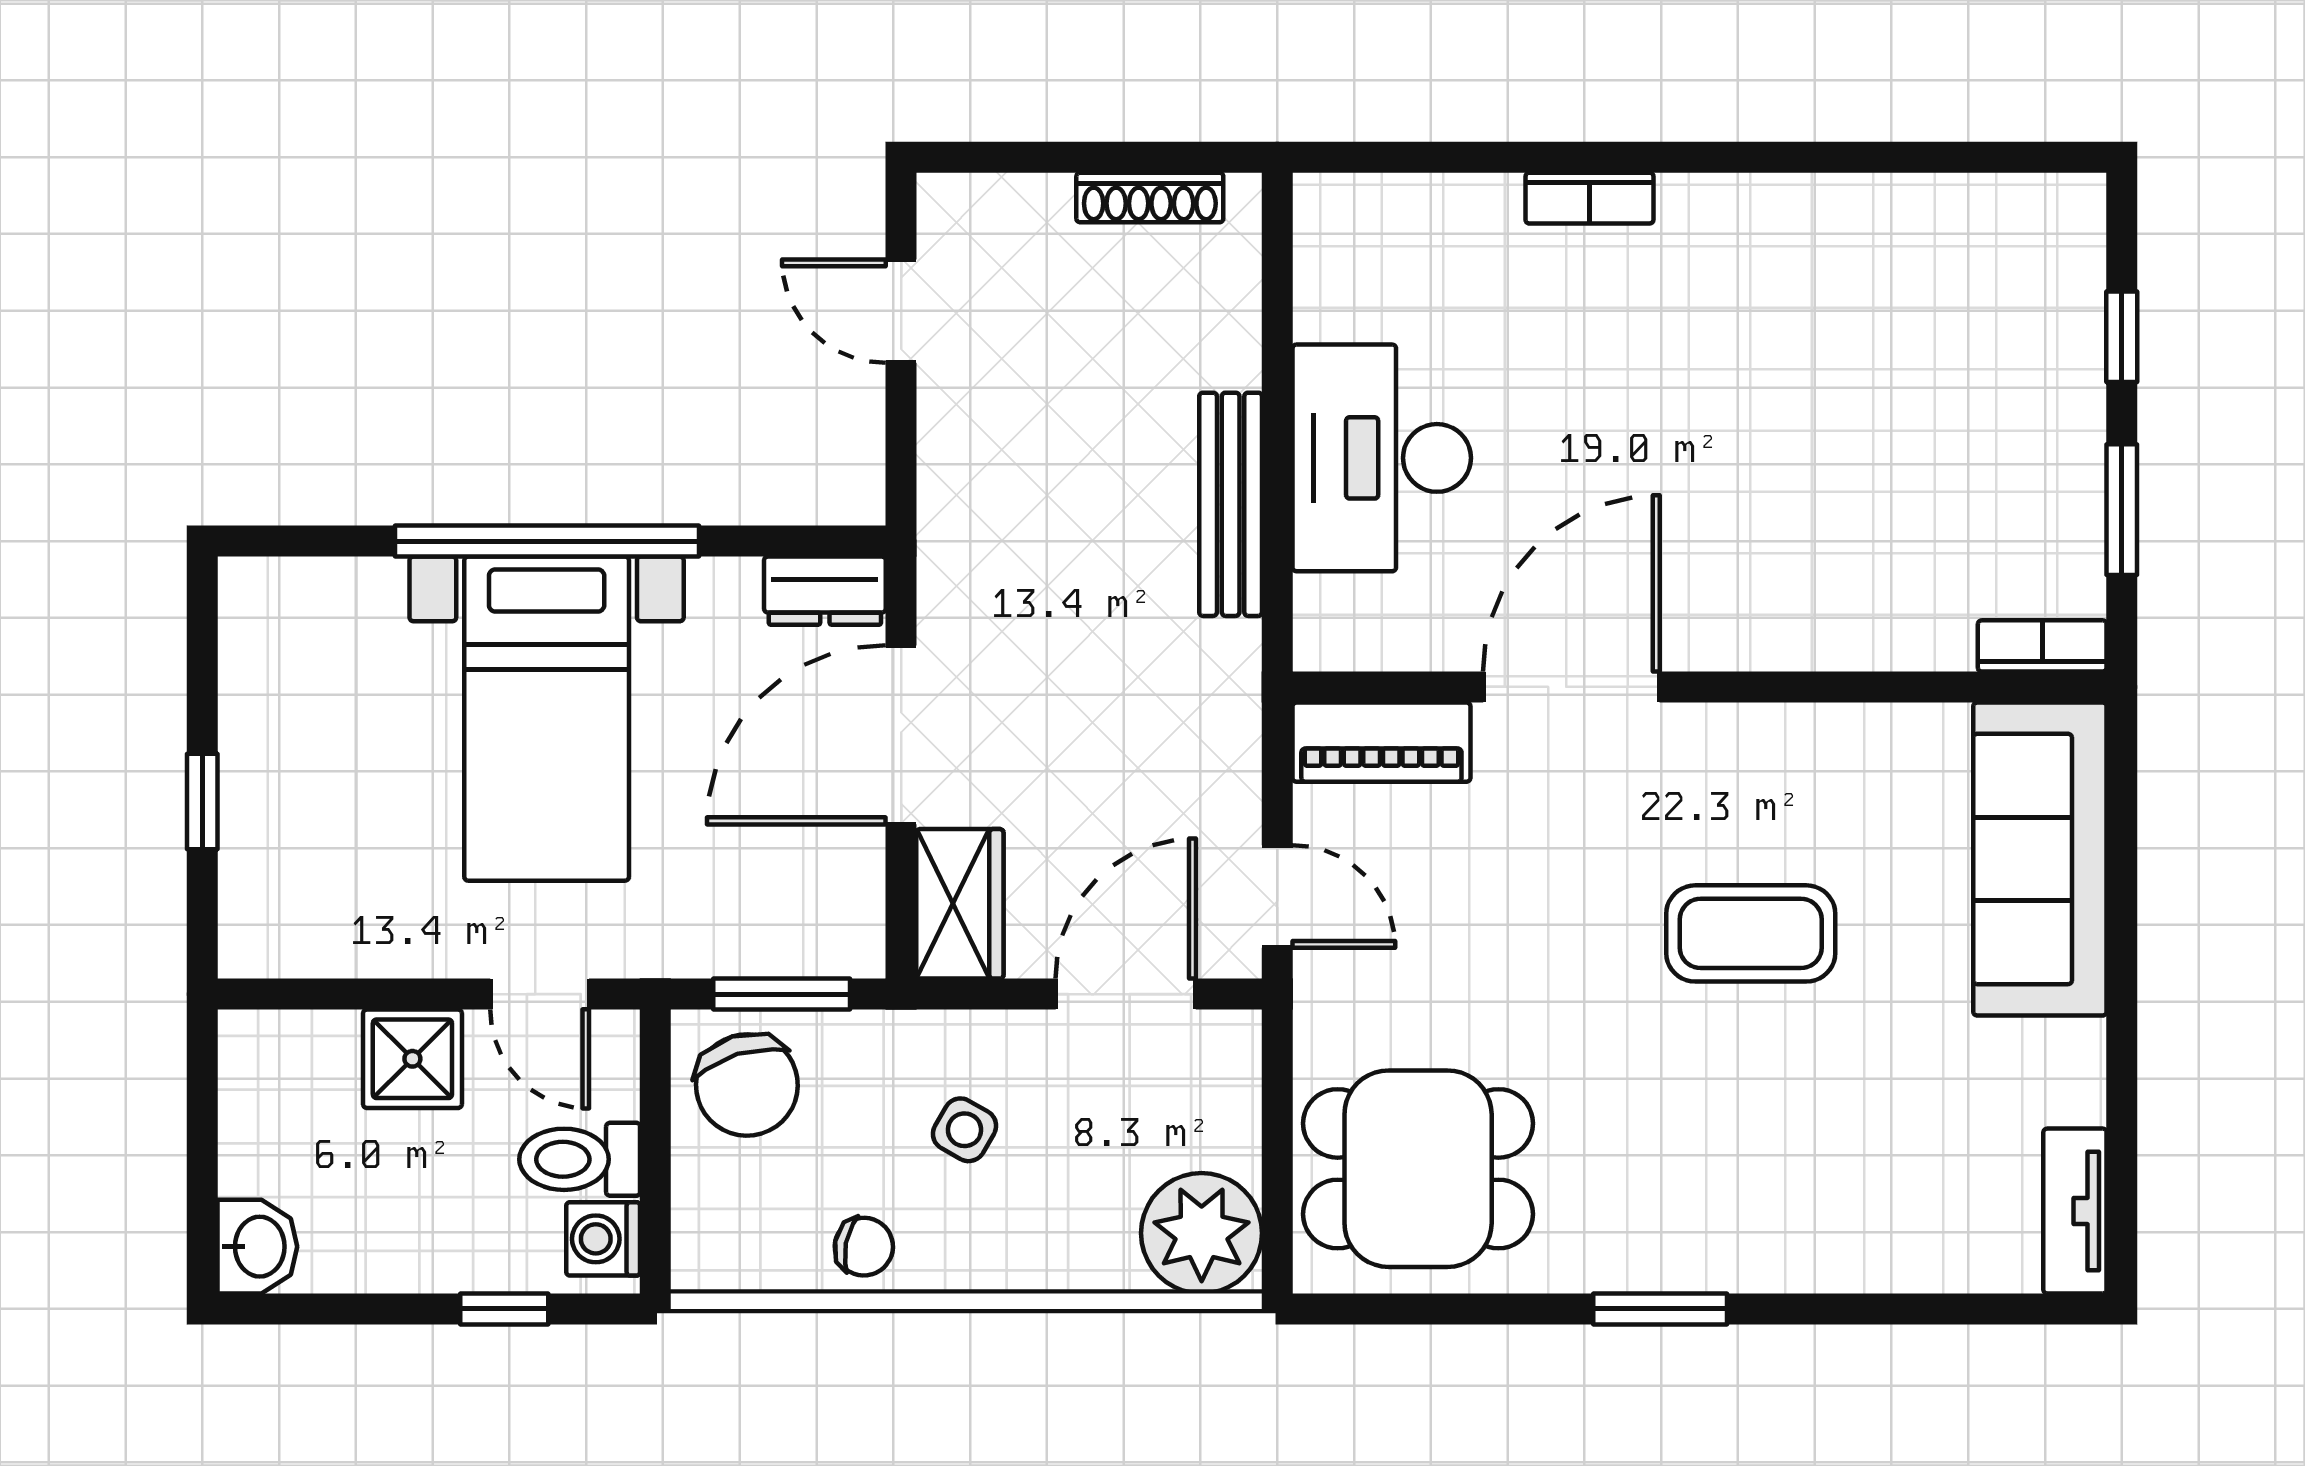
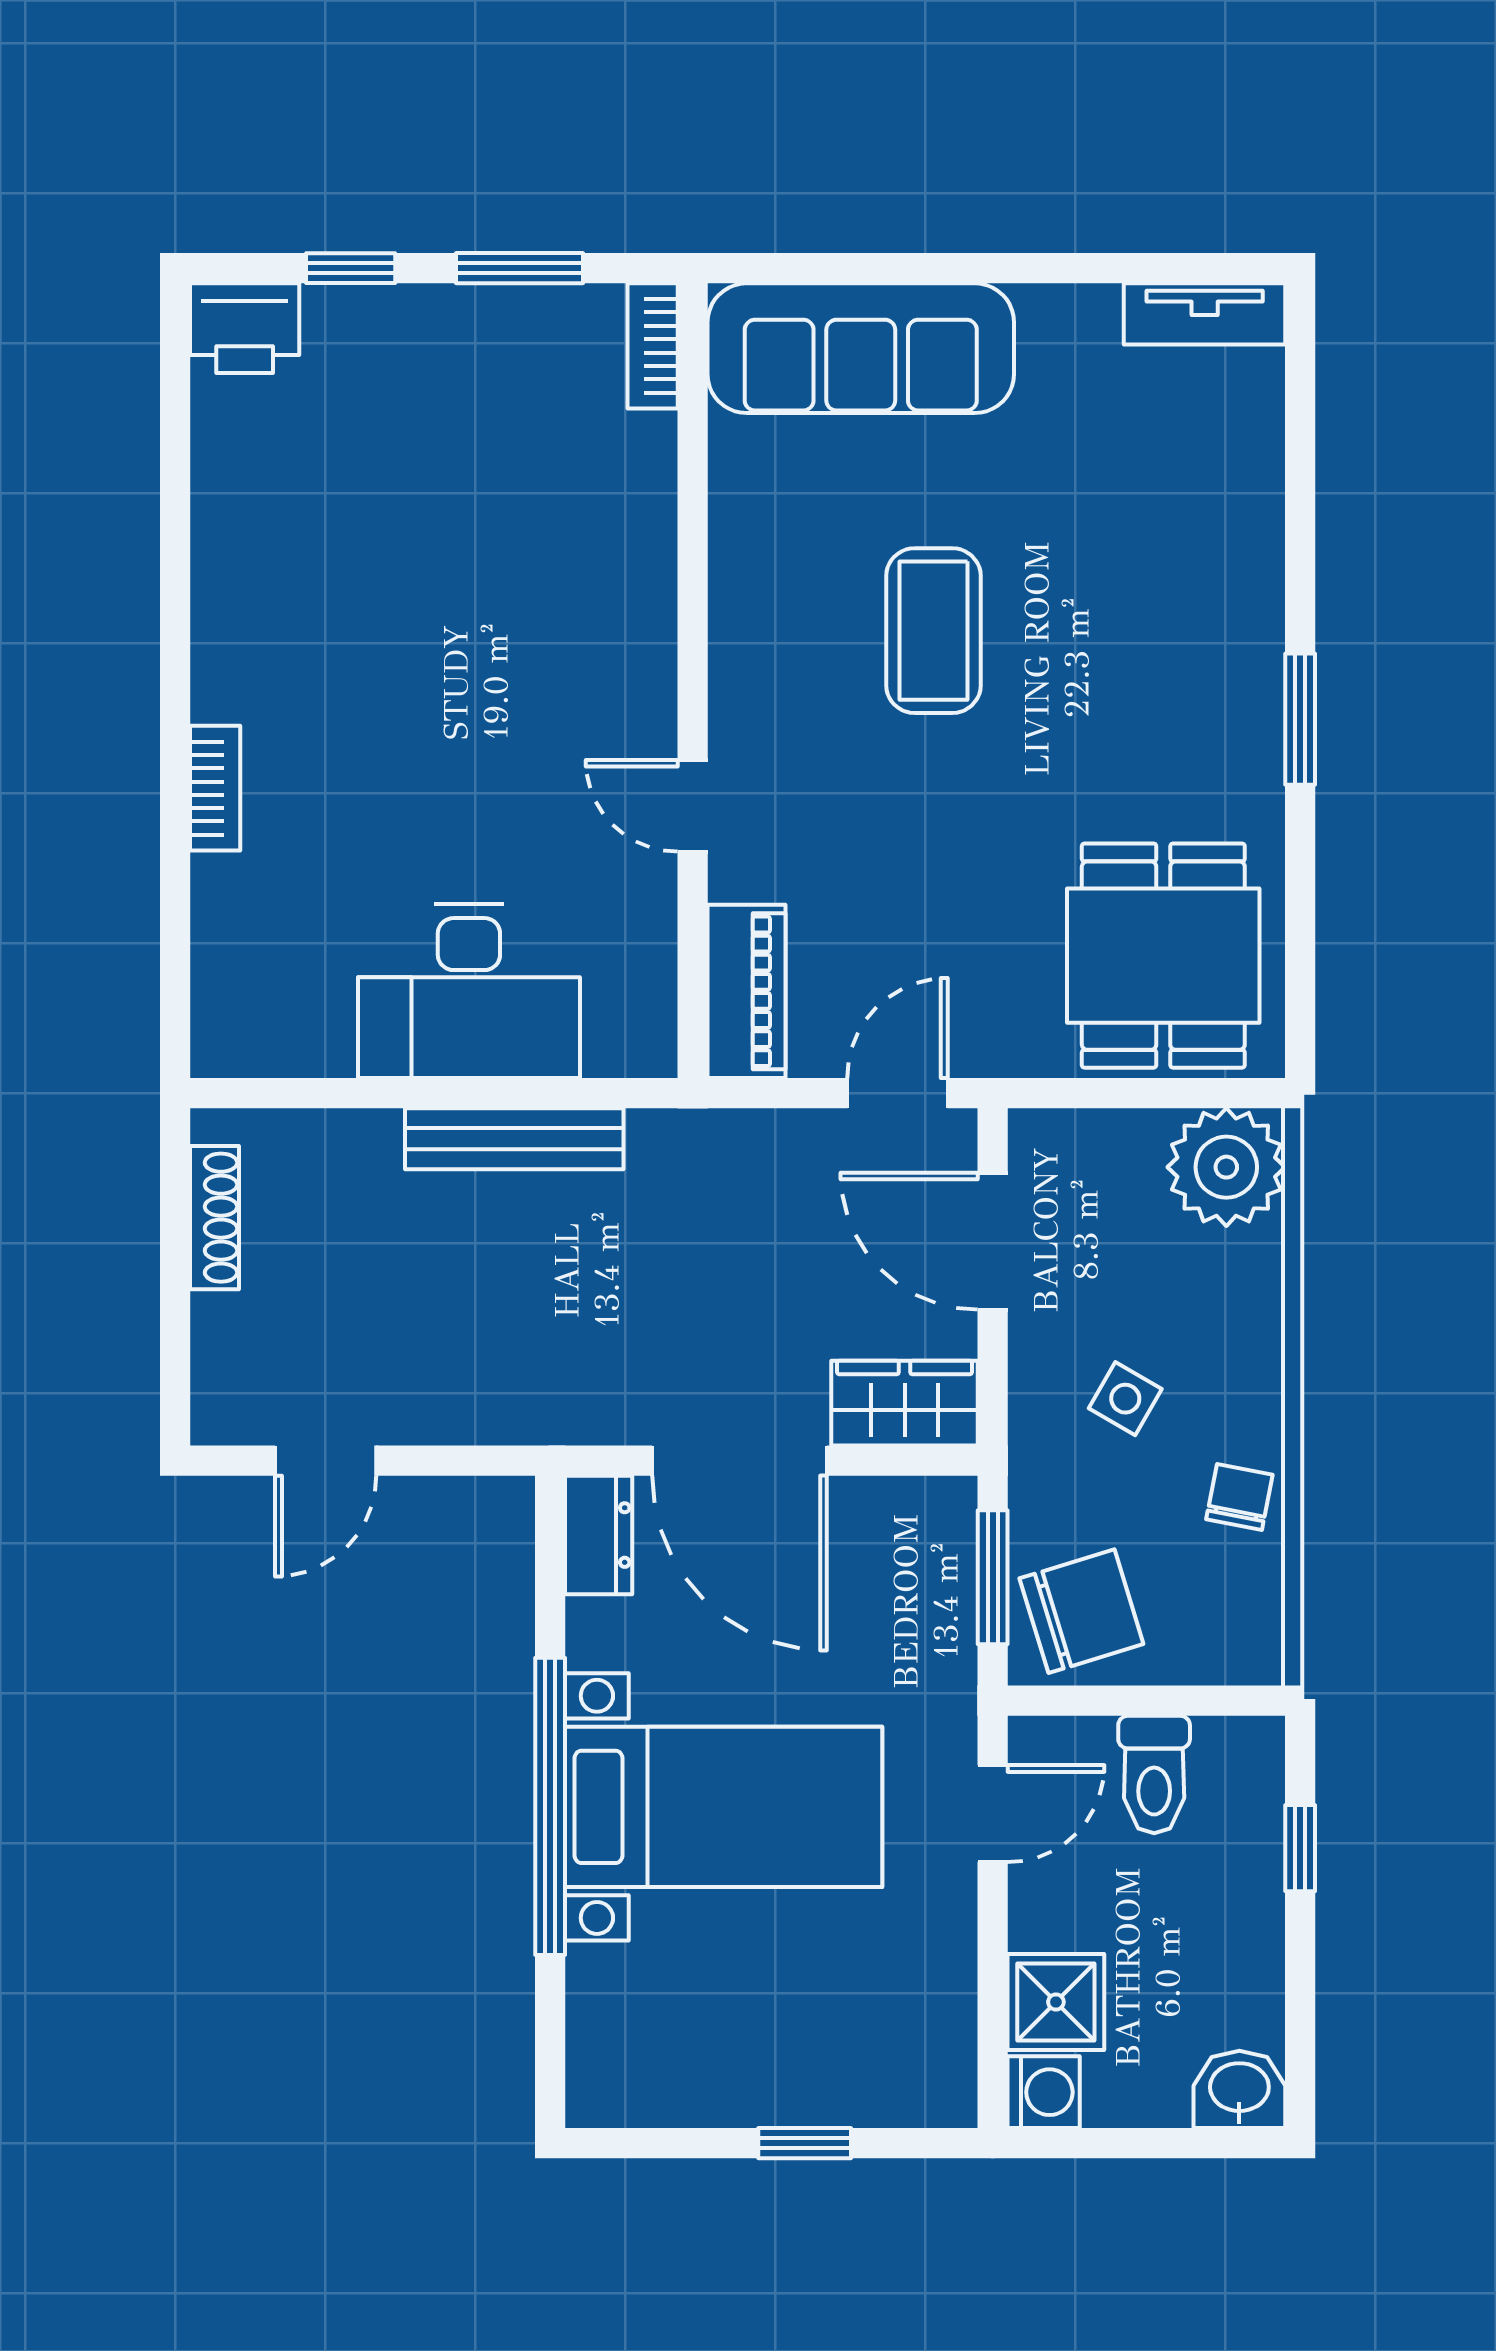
printer: (2060, 228) -> (245, 328), added
door: (1571, 687) -> (693, 806), width x0.53
shower: (412, 1059) -> (1056, 2002), moved
washing machine: (603, 1239) -> (1044, 2092), moved, turned -90

